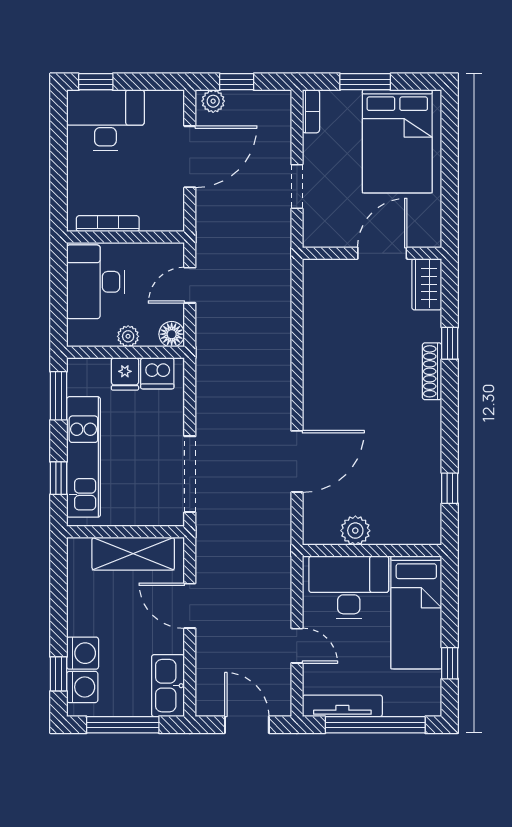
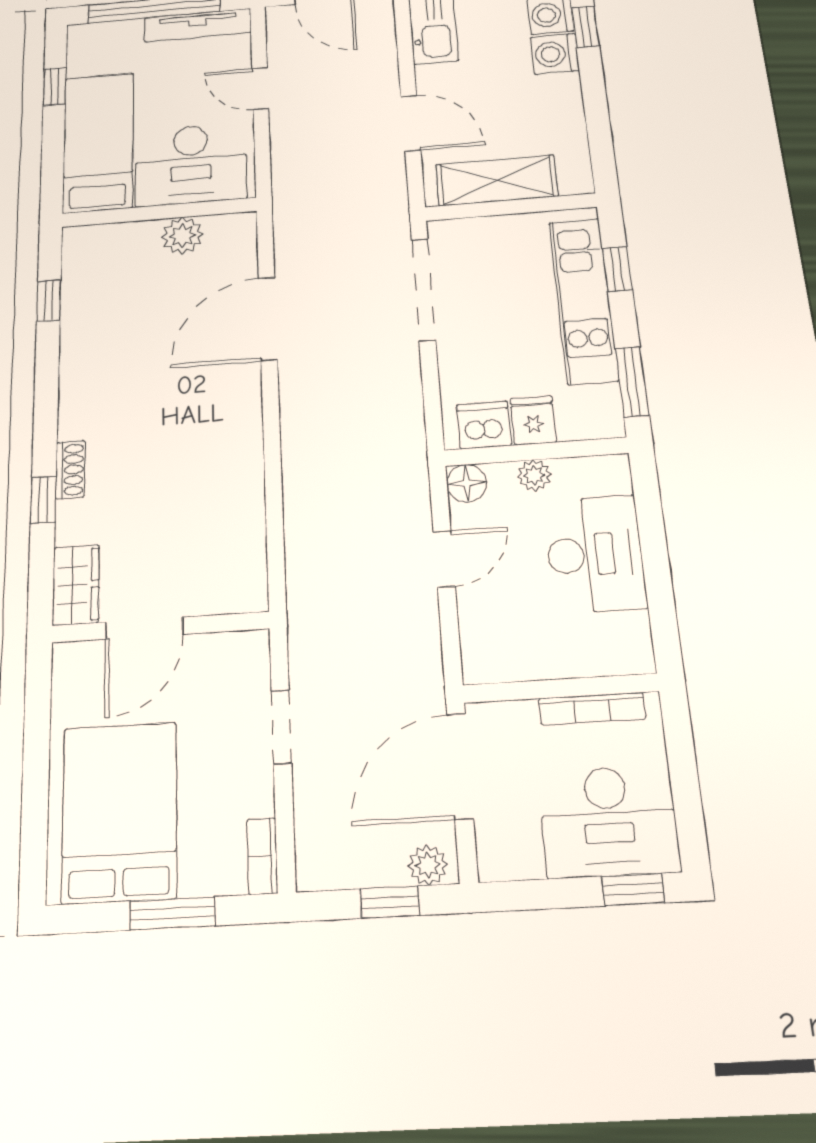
bookcase: (108, 224) -> (592, 709), moved
wall: (125, 237) -> (560, 688), moved
shoe rack: (432, 371) -> (70, 470), width x0.70

